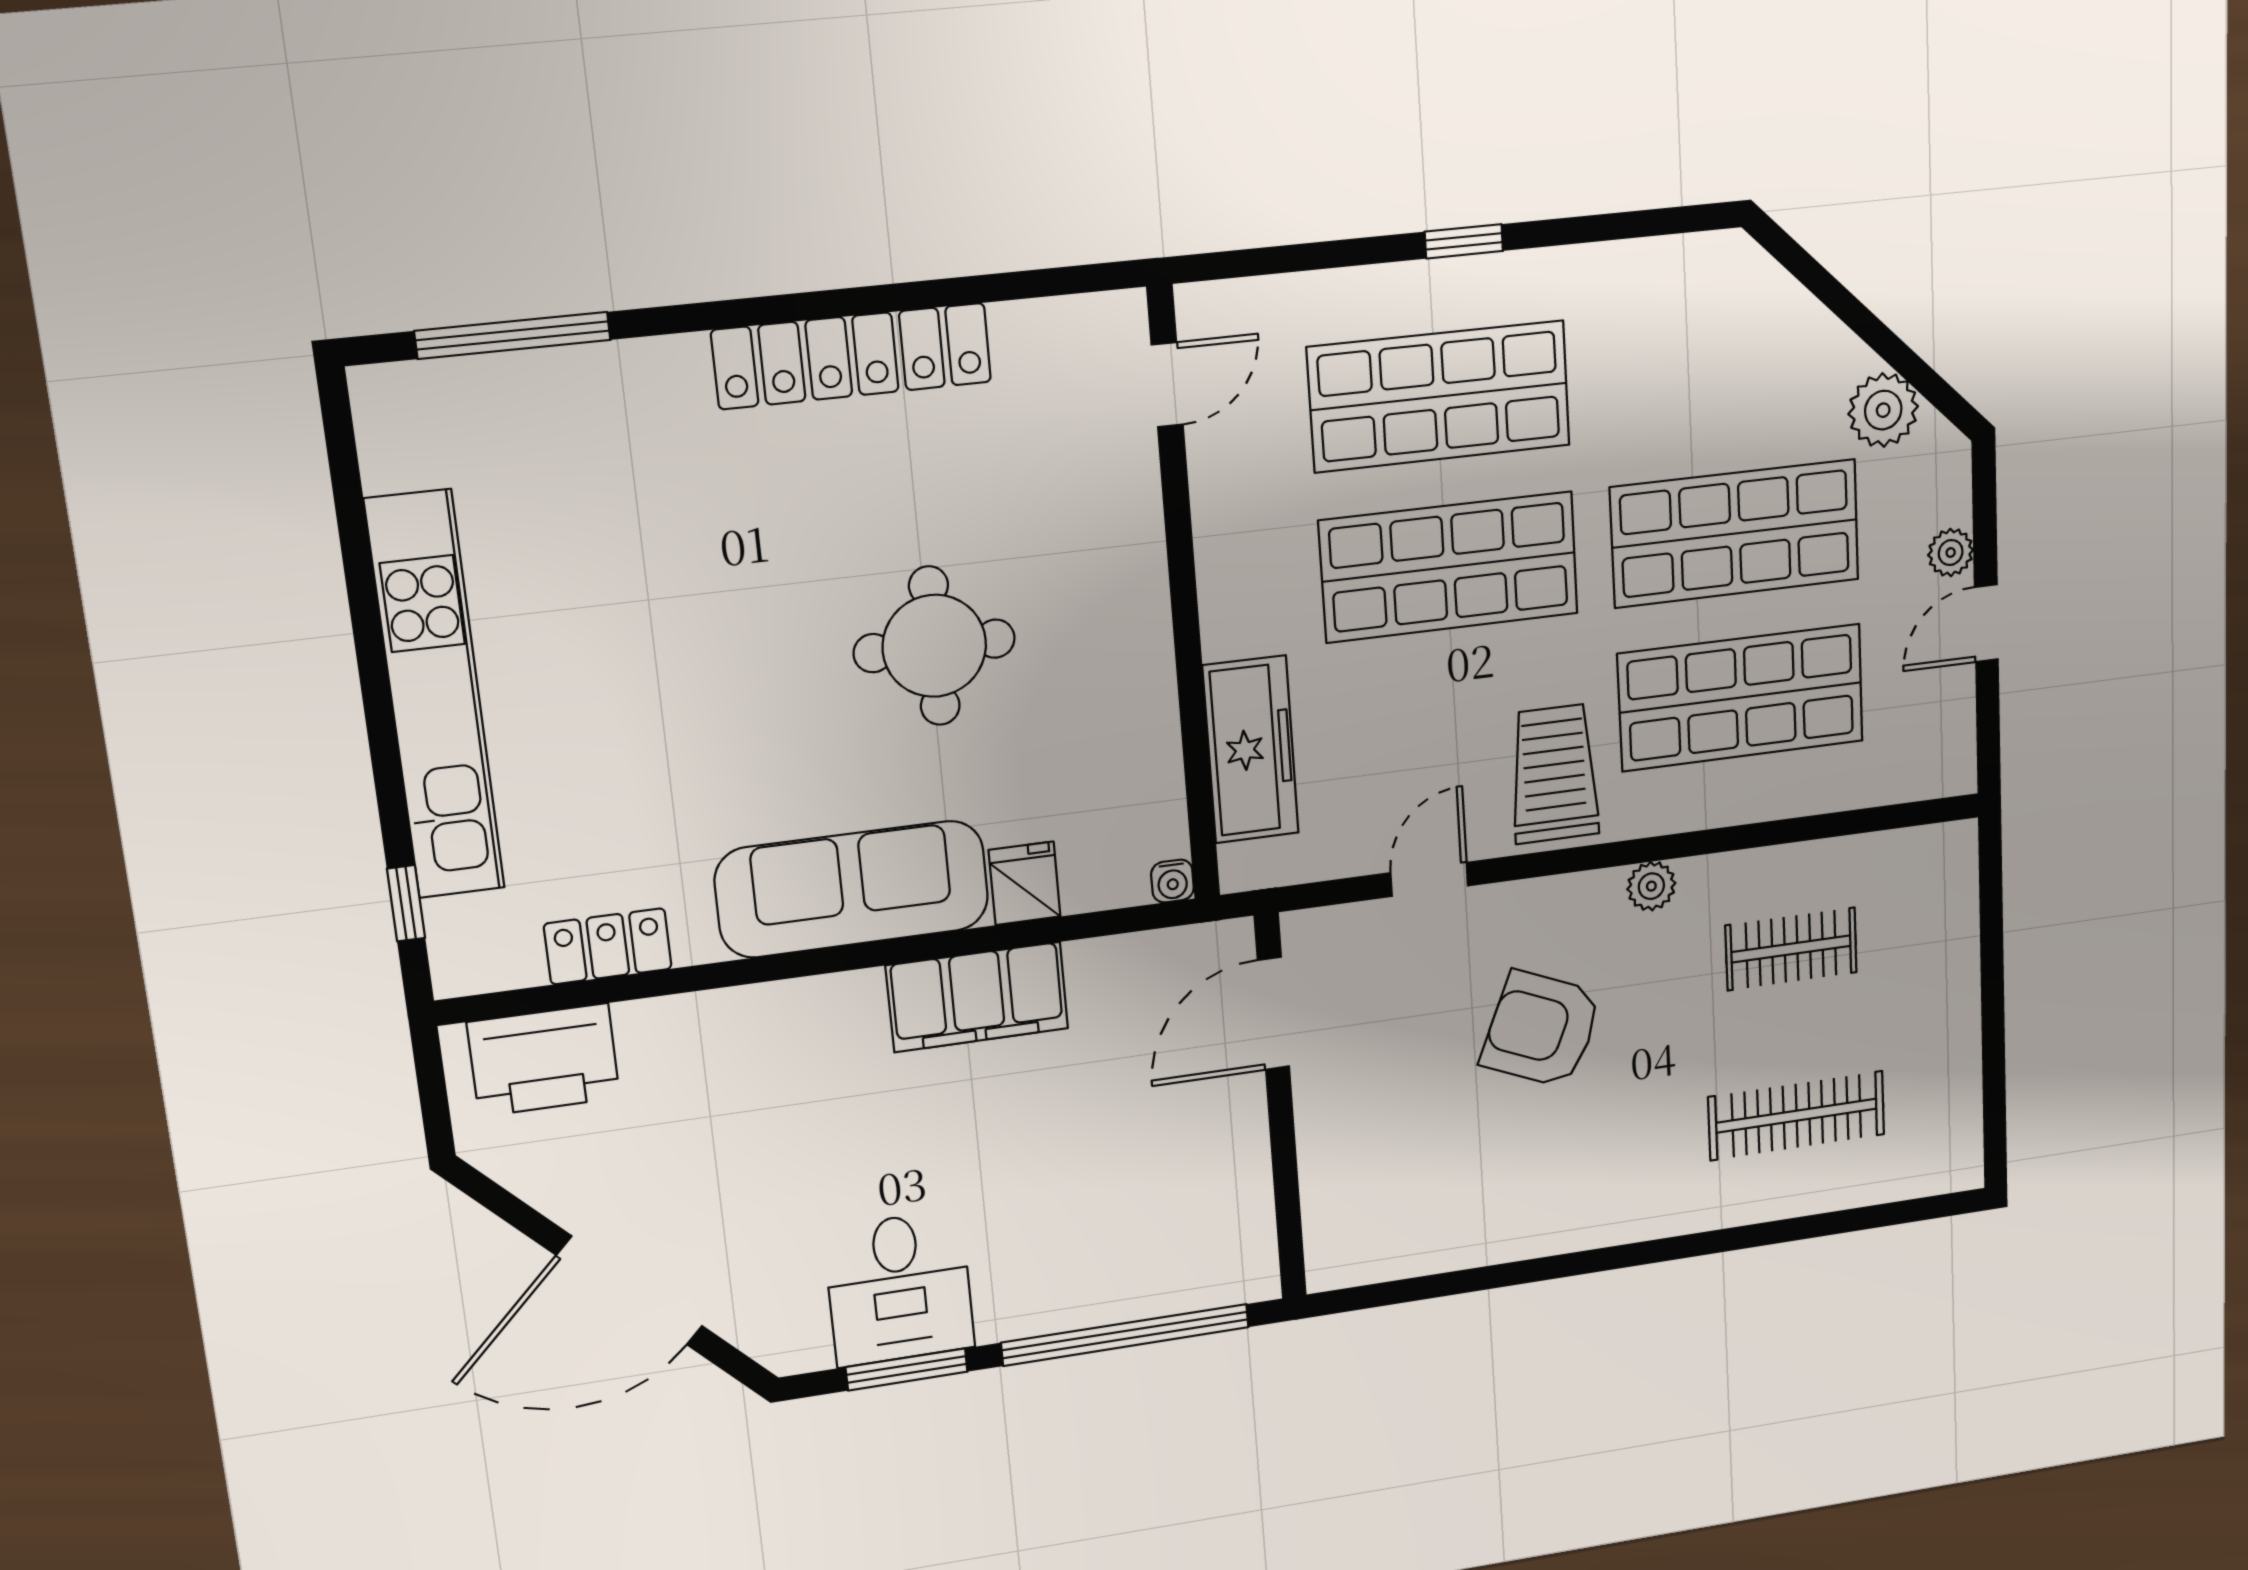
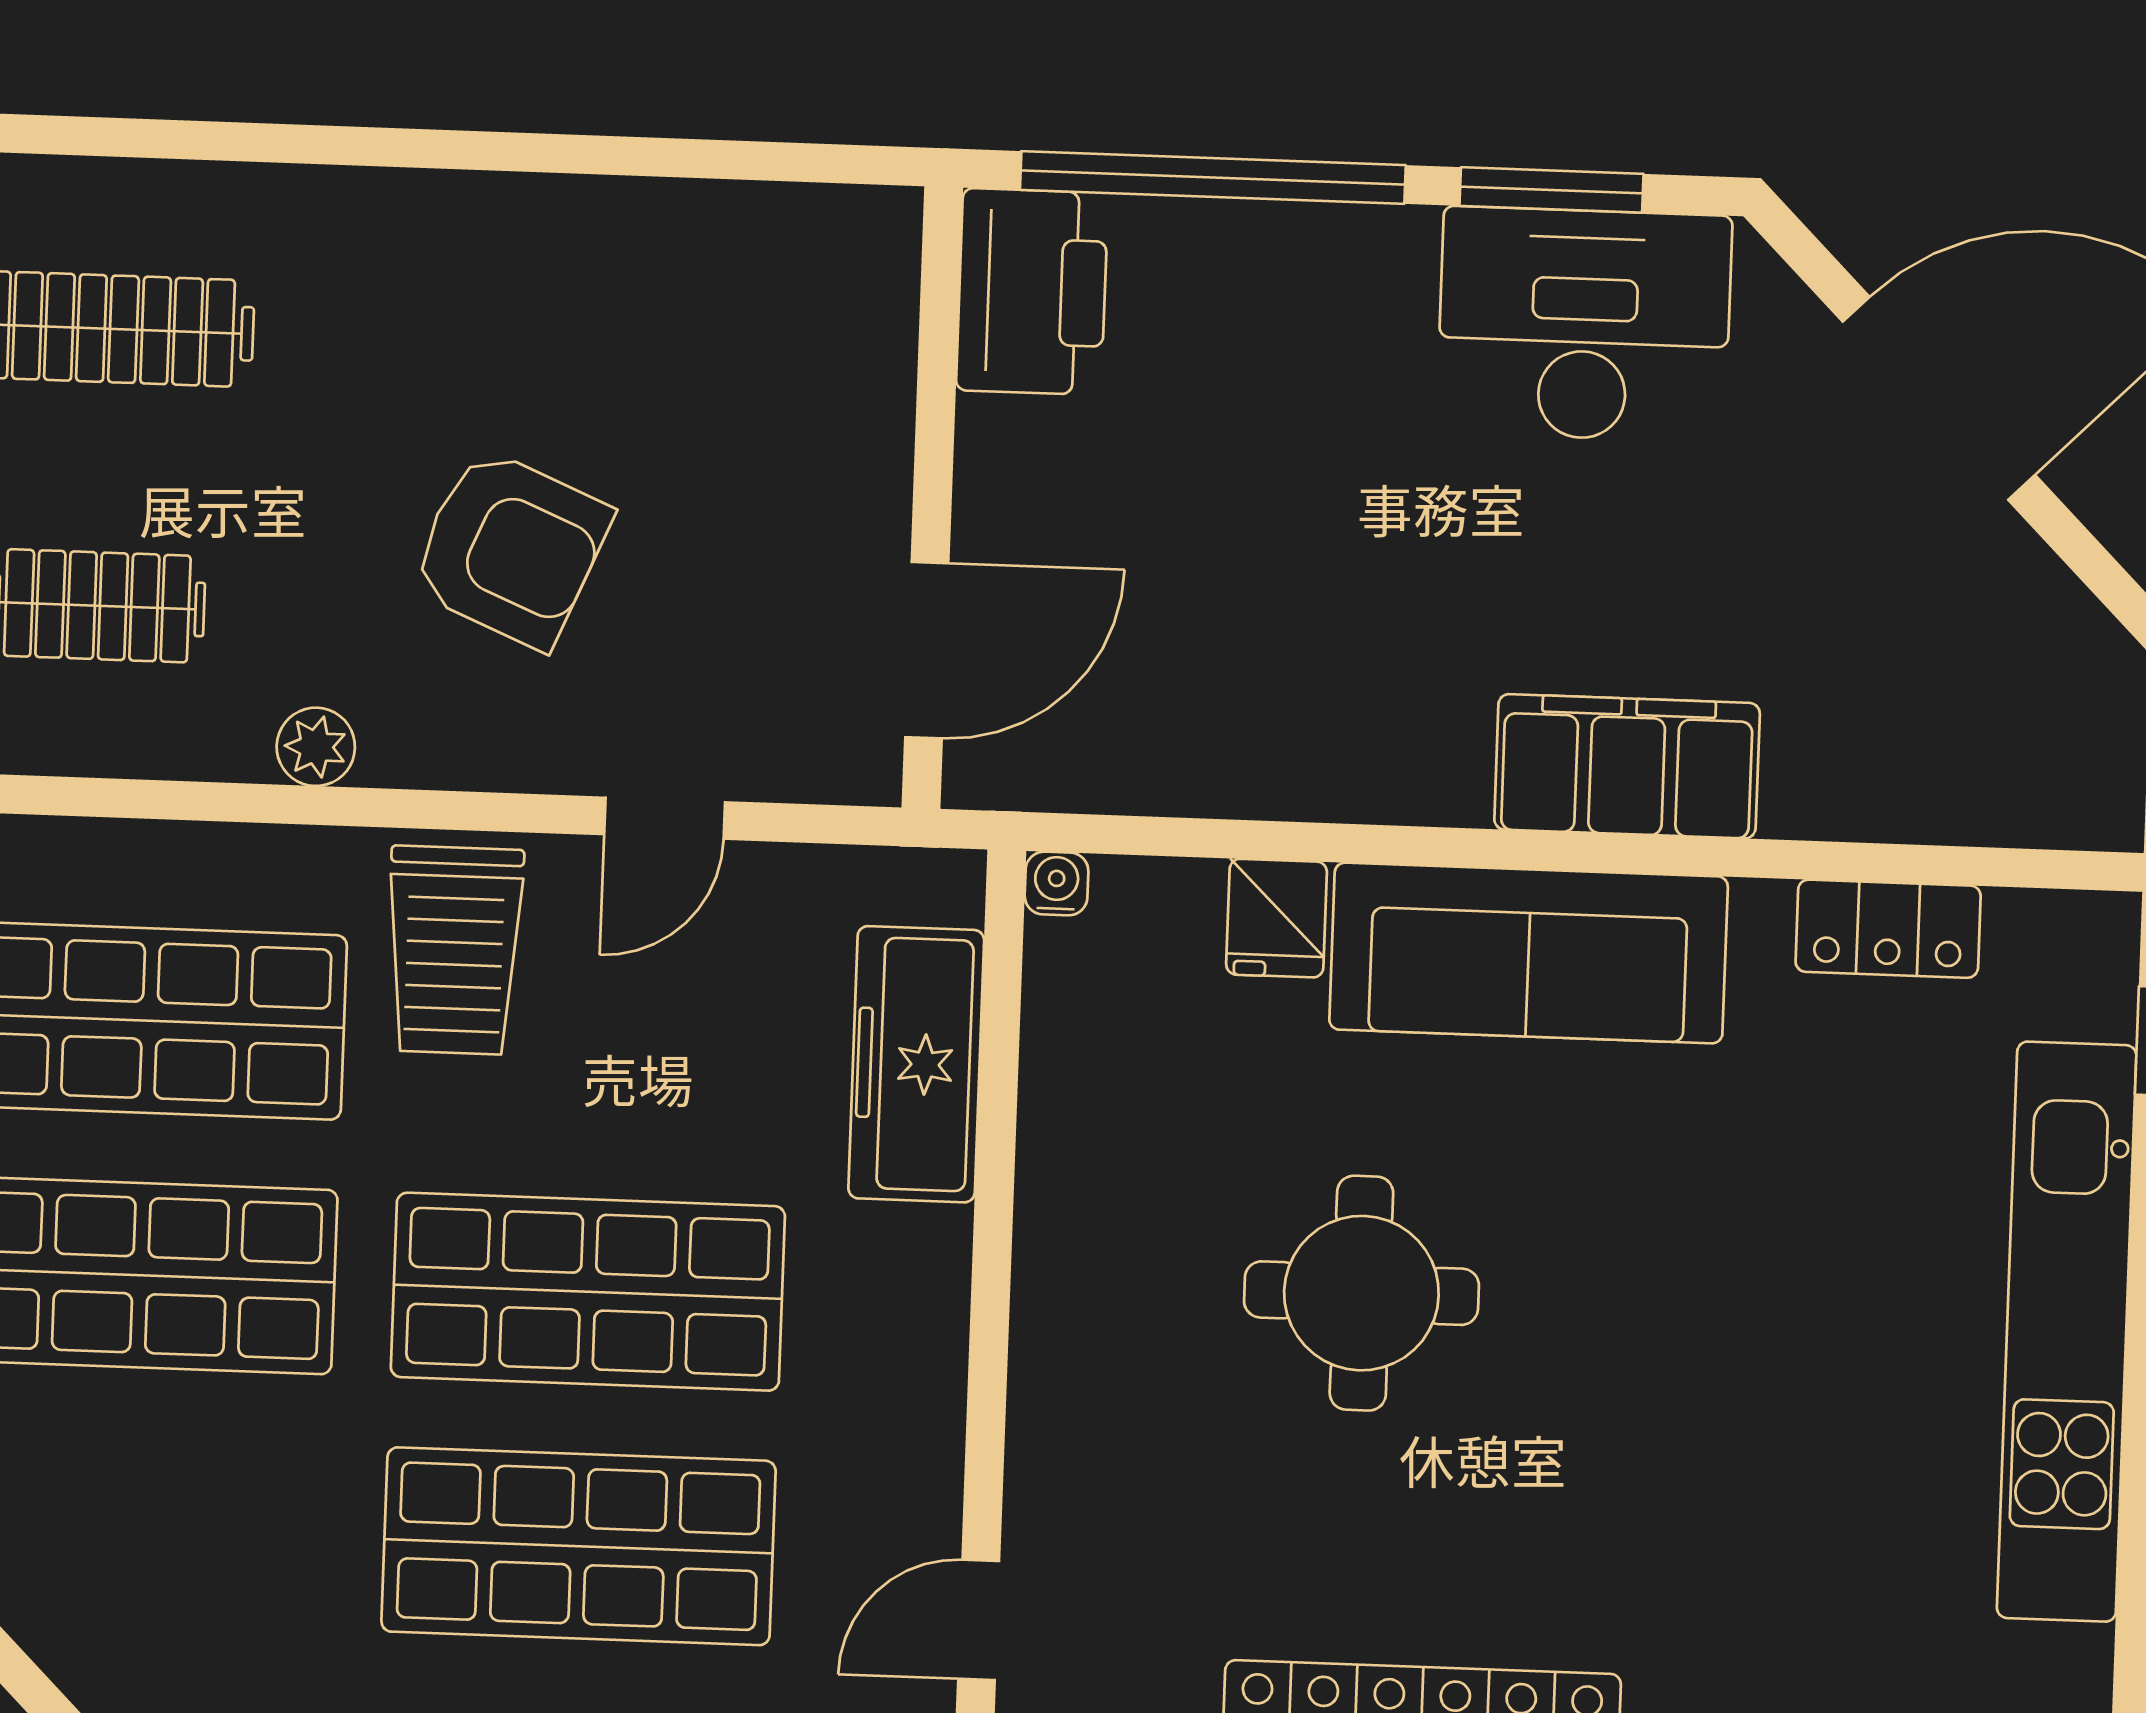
filing cabinet: (977, 997) -> (1627, 766), moved
printer: (544, 1060) -> (1032, 292), moved, turned 90
desk: (899, 1288) -> (1584, 324), width x1.37

